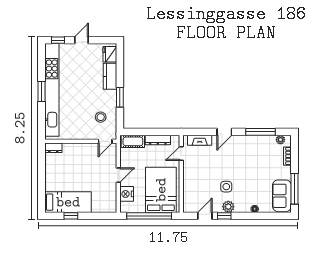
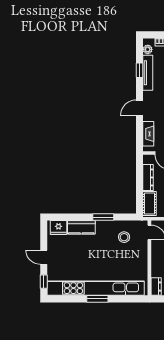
door: (224, 132) -> (139, 108), swing flipped
window: (260, 132) -> (139, 70), width x0.46
tv unit: (258, 140) -> (148, 73), added

